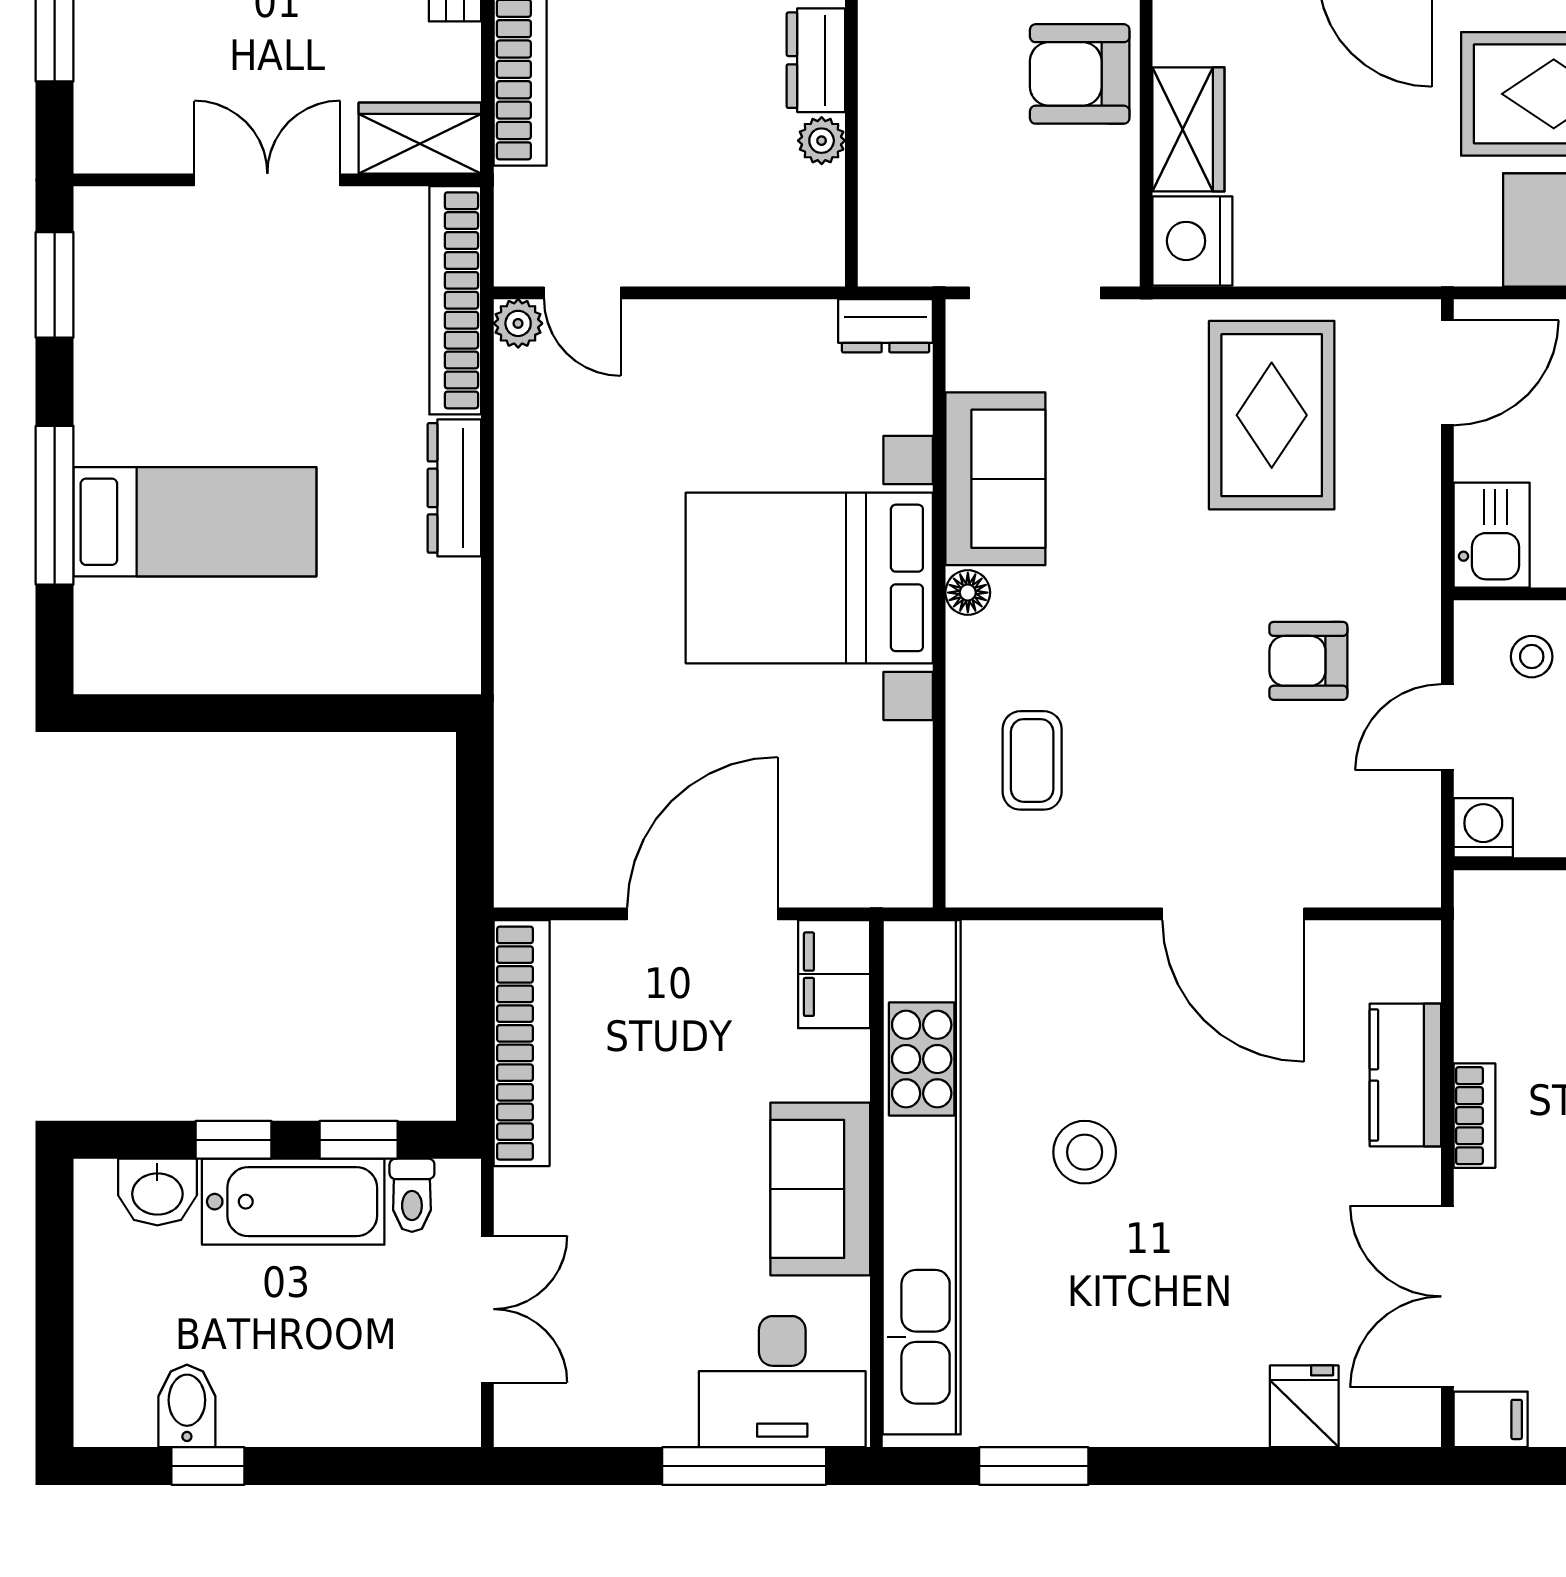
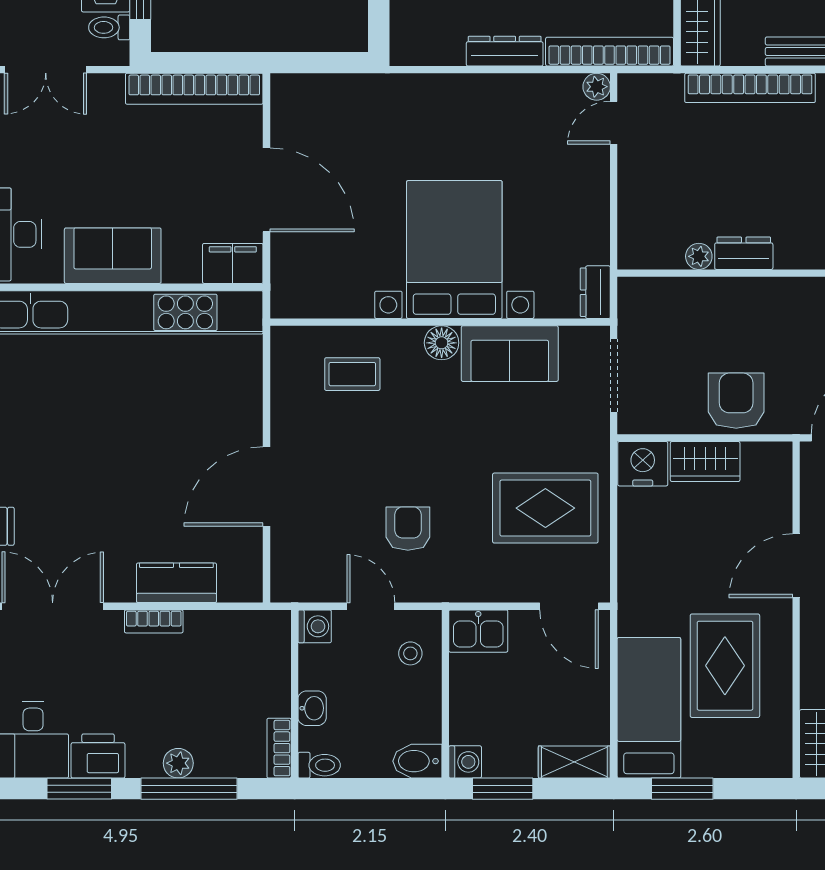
floor lamp: (968, 593) -> (442, 343), width x1.37, depth x1.37
stool: (1085, 1152) -> (133, 403), removed

